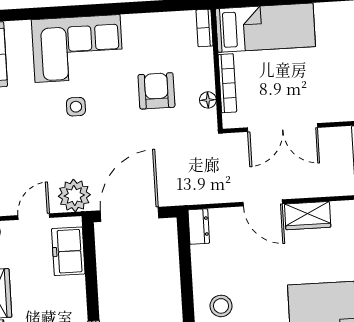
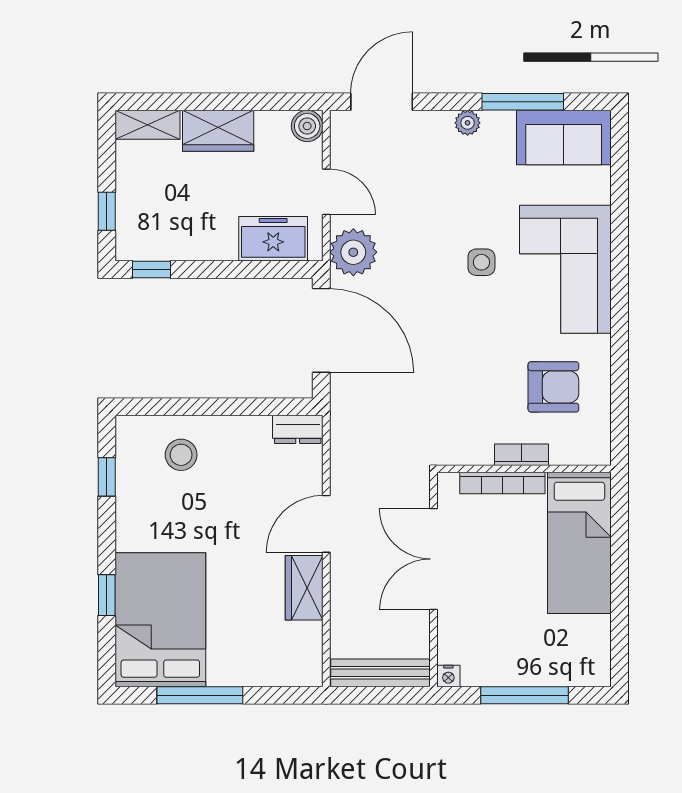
bookcase: (204, 28) -> (521, 455), moved
armchair: (156, 91) -> (553, 387), moved
floor lamp: (208, 100) -> (480, 454), removed

